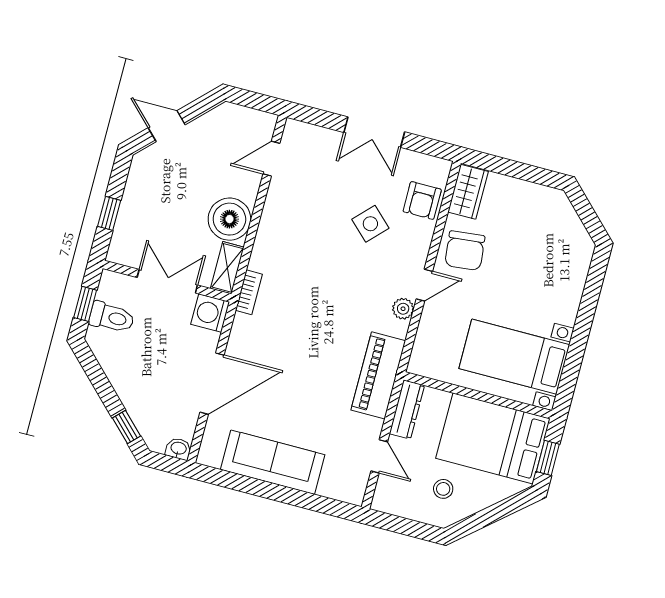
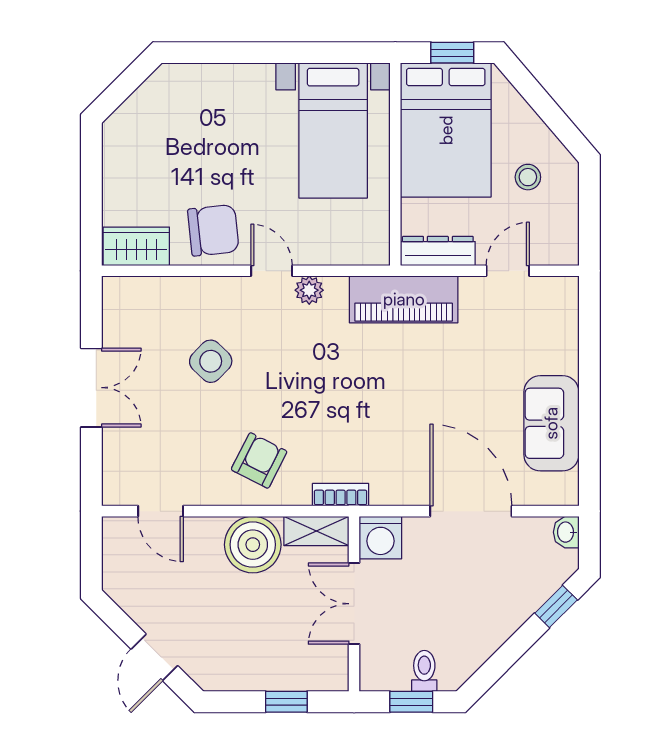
armchair: (422, 200) -> (259, 460), moved, turned -63
toilet: (112, 317) -> (424, 671), width x0.73, depth x0.72
sofa: (273, 462) -> (551, 423), width x0.73

